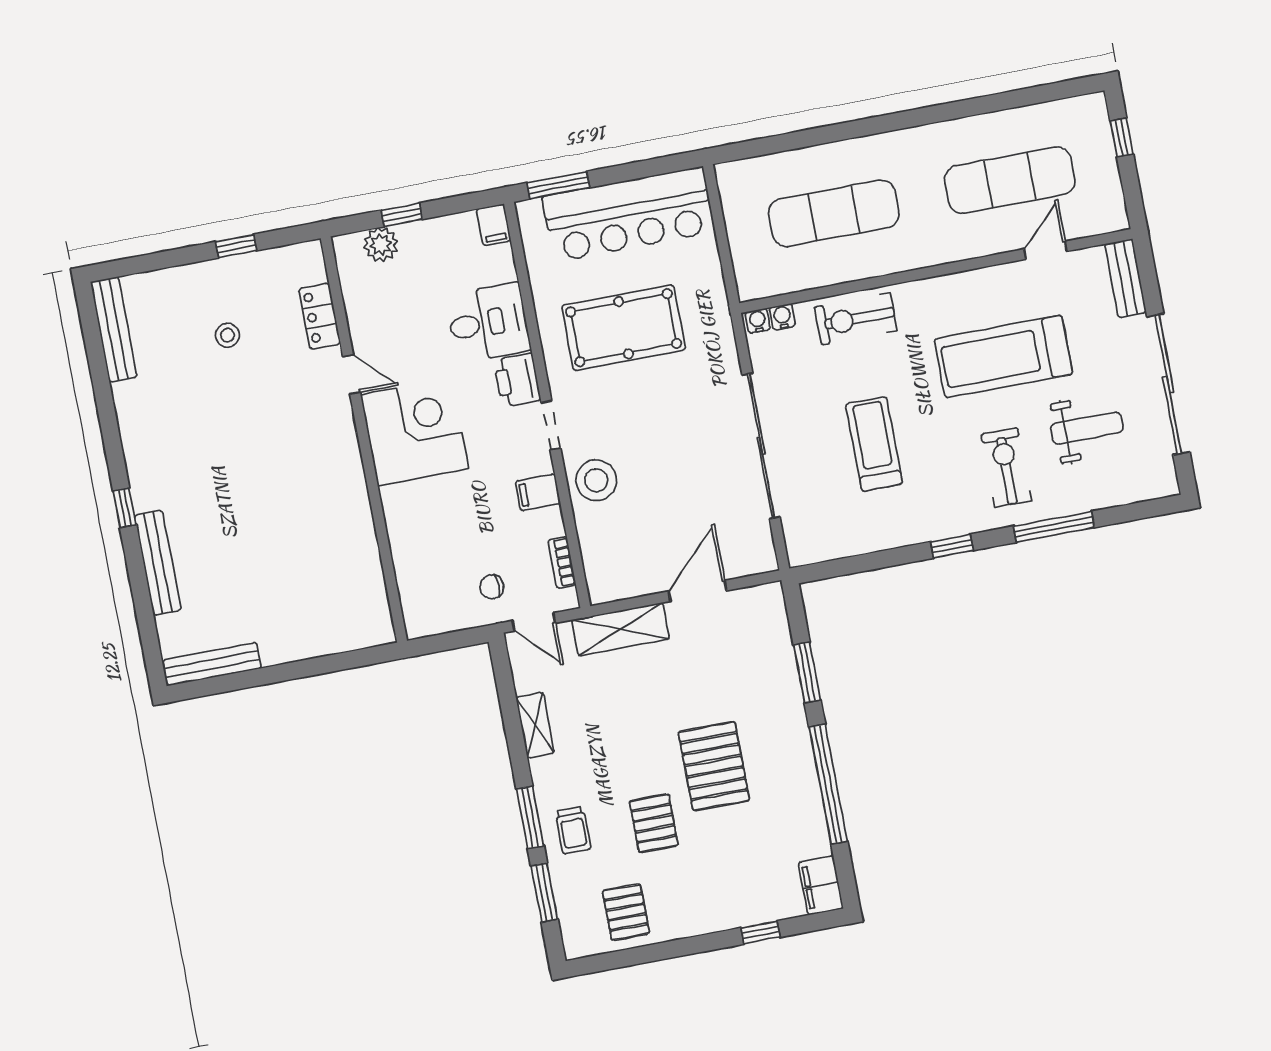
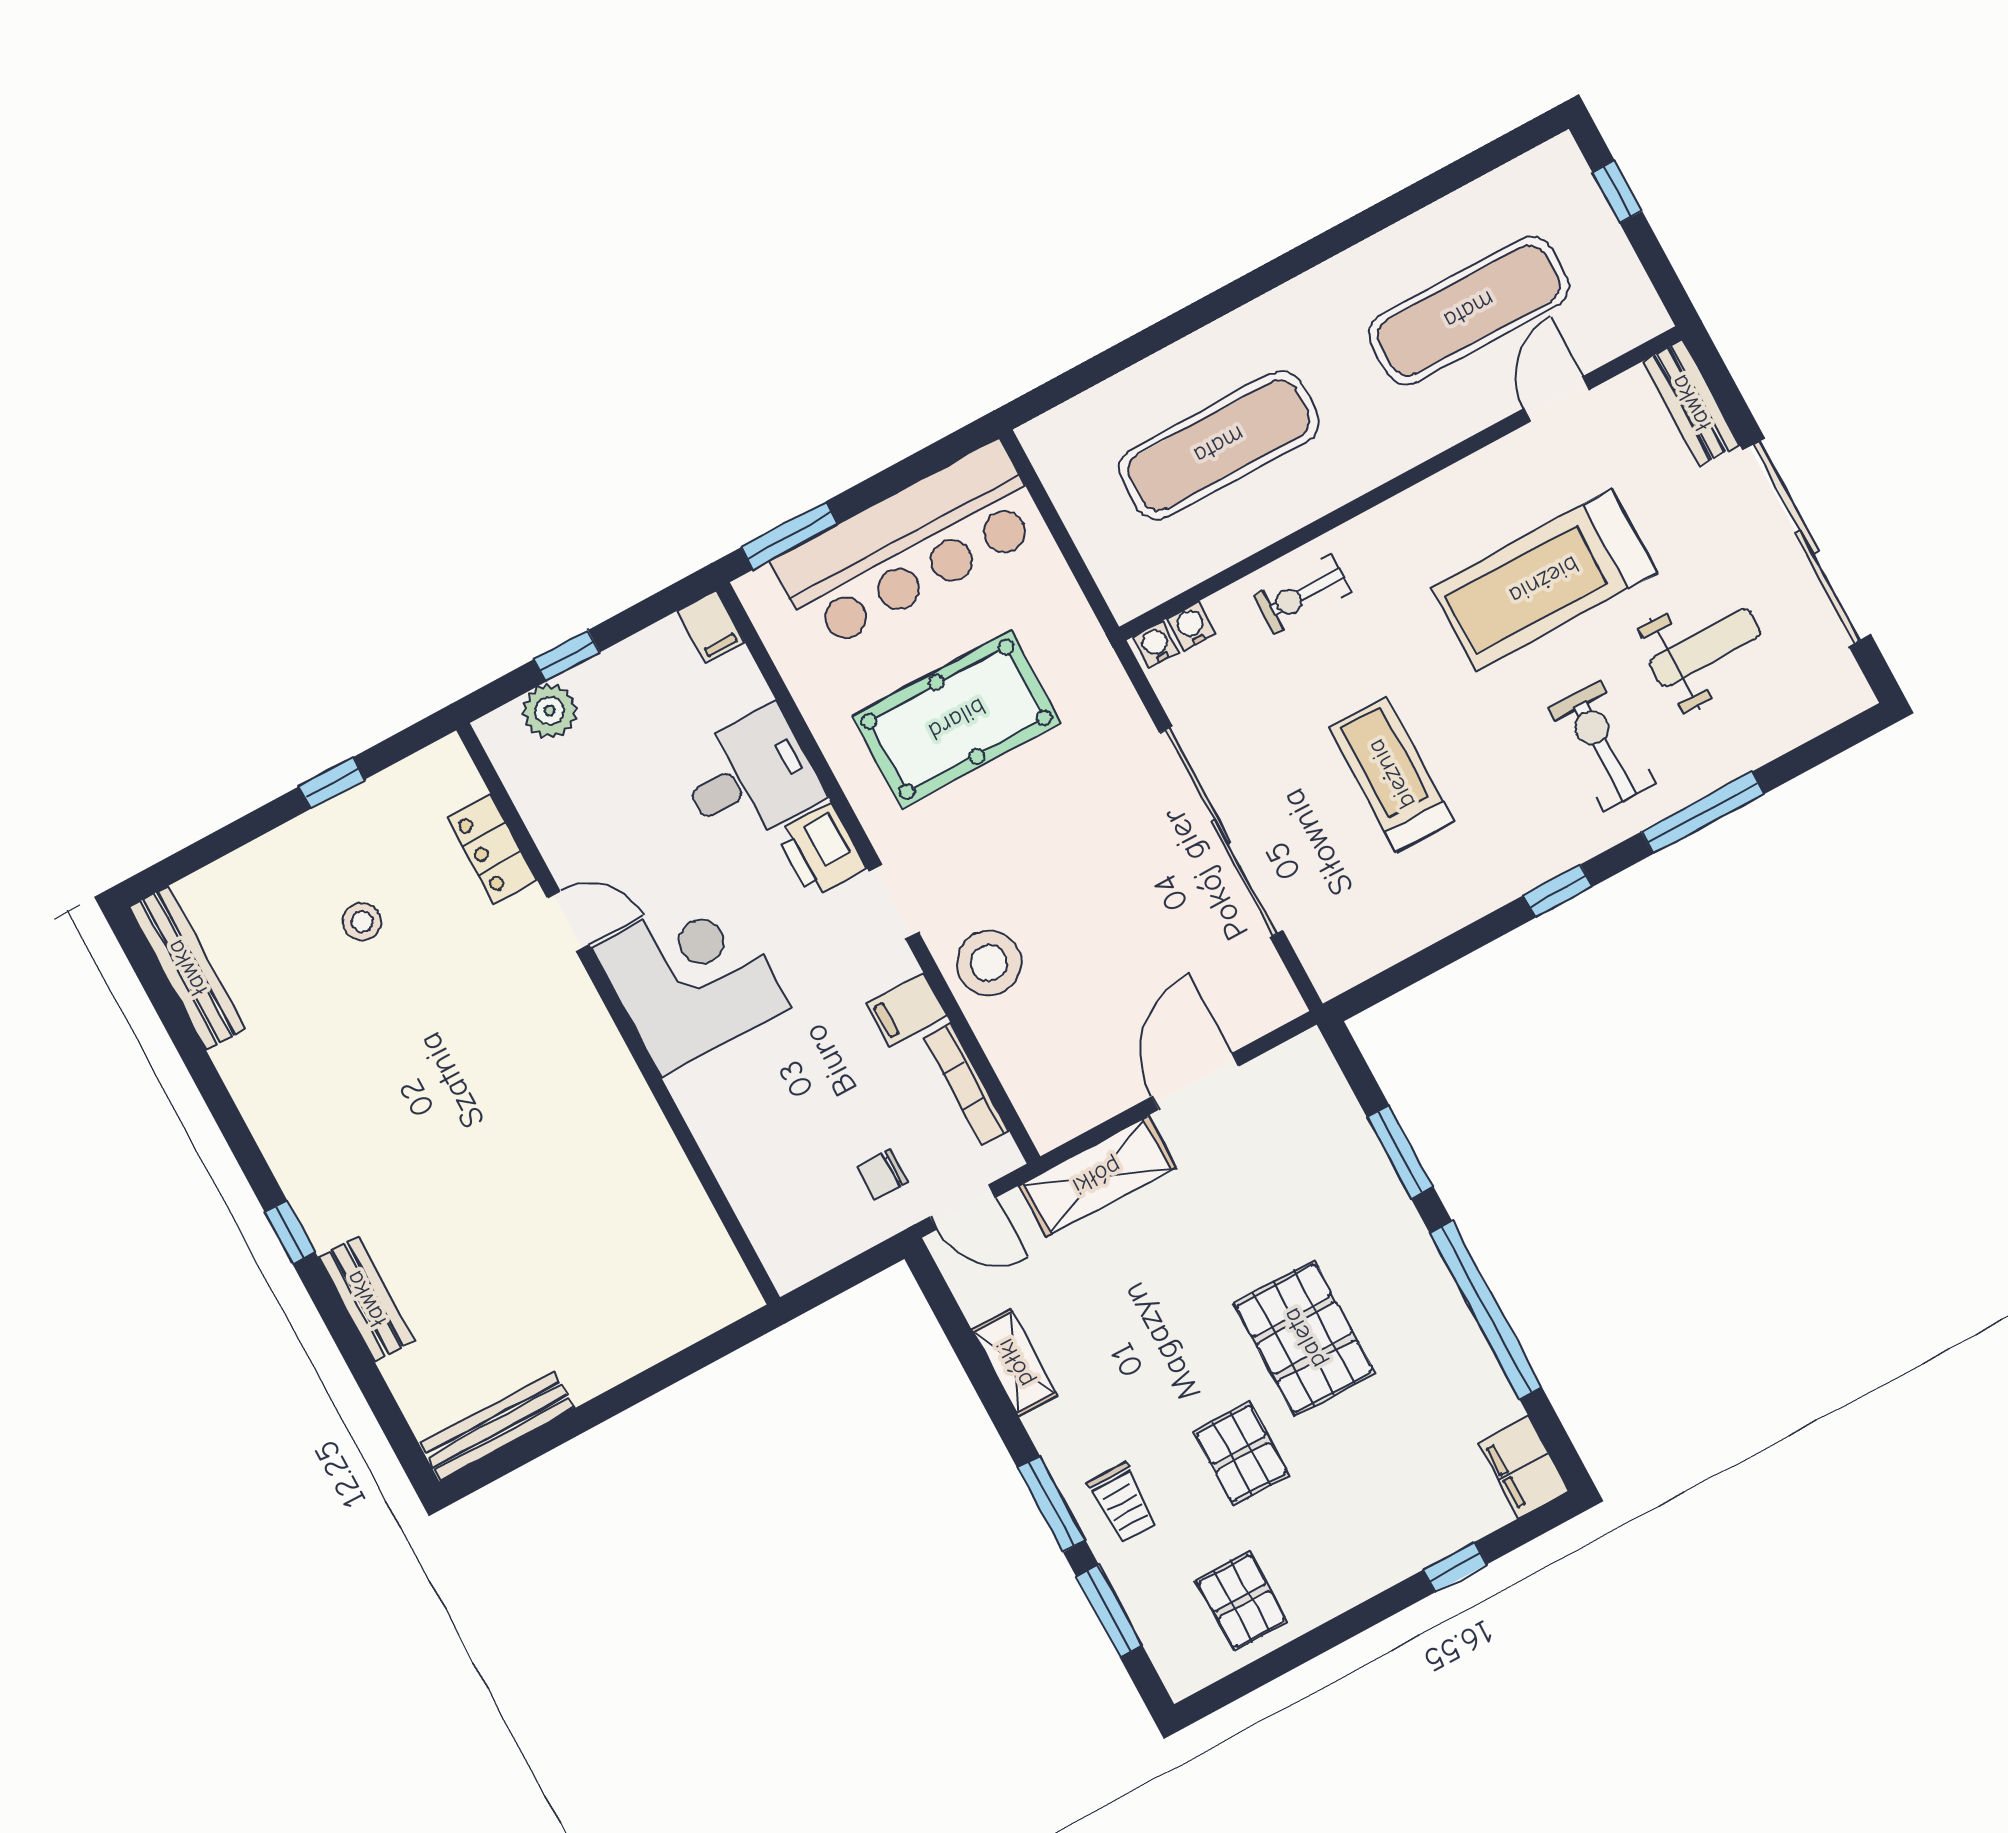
exercise bike: (856, 319) -> (1303, 594), width x0.73, depth x0.72
bookcase: (562, 562) -> (966, 1085), width x1.56
bench: (158, 563) -> (366, 1299), width x0.73

